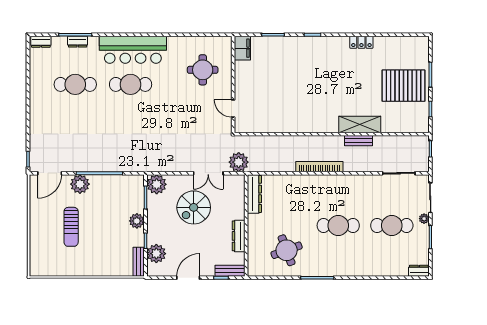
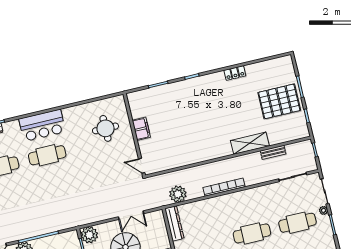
filing cabinet: (242, 48) -> (141, 129), moved
bar counter: (133, 50) -> (42, 125), width x0.73
door: (233, 109) -> (142, 166), moved
bench: (358, 141) -> (273, 152), moved
plant: (239, 162) -> (178, 194), moved

